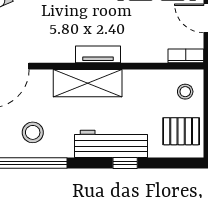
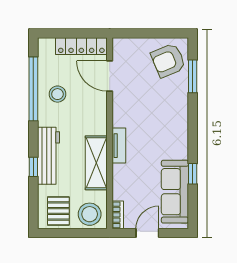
shelving: (88, 83) -> (96, 163), moved
stool: (185, 92) -> (90, 214), width x1.89, depth x1.89

